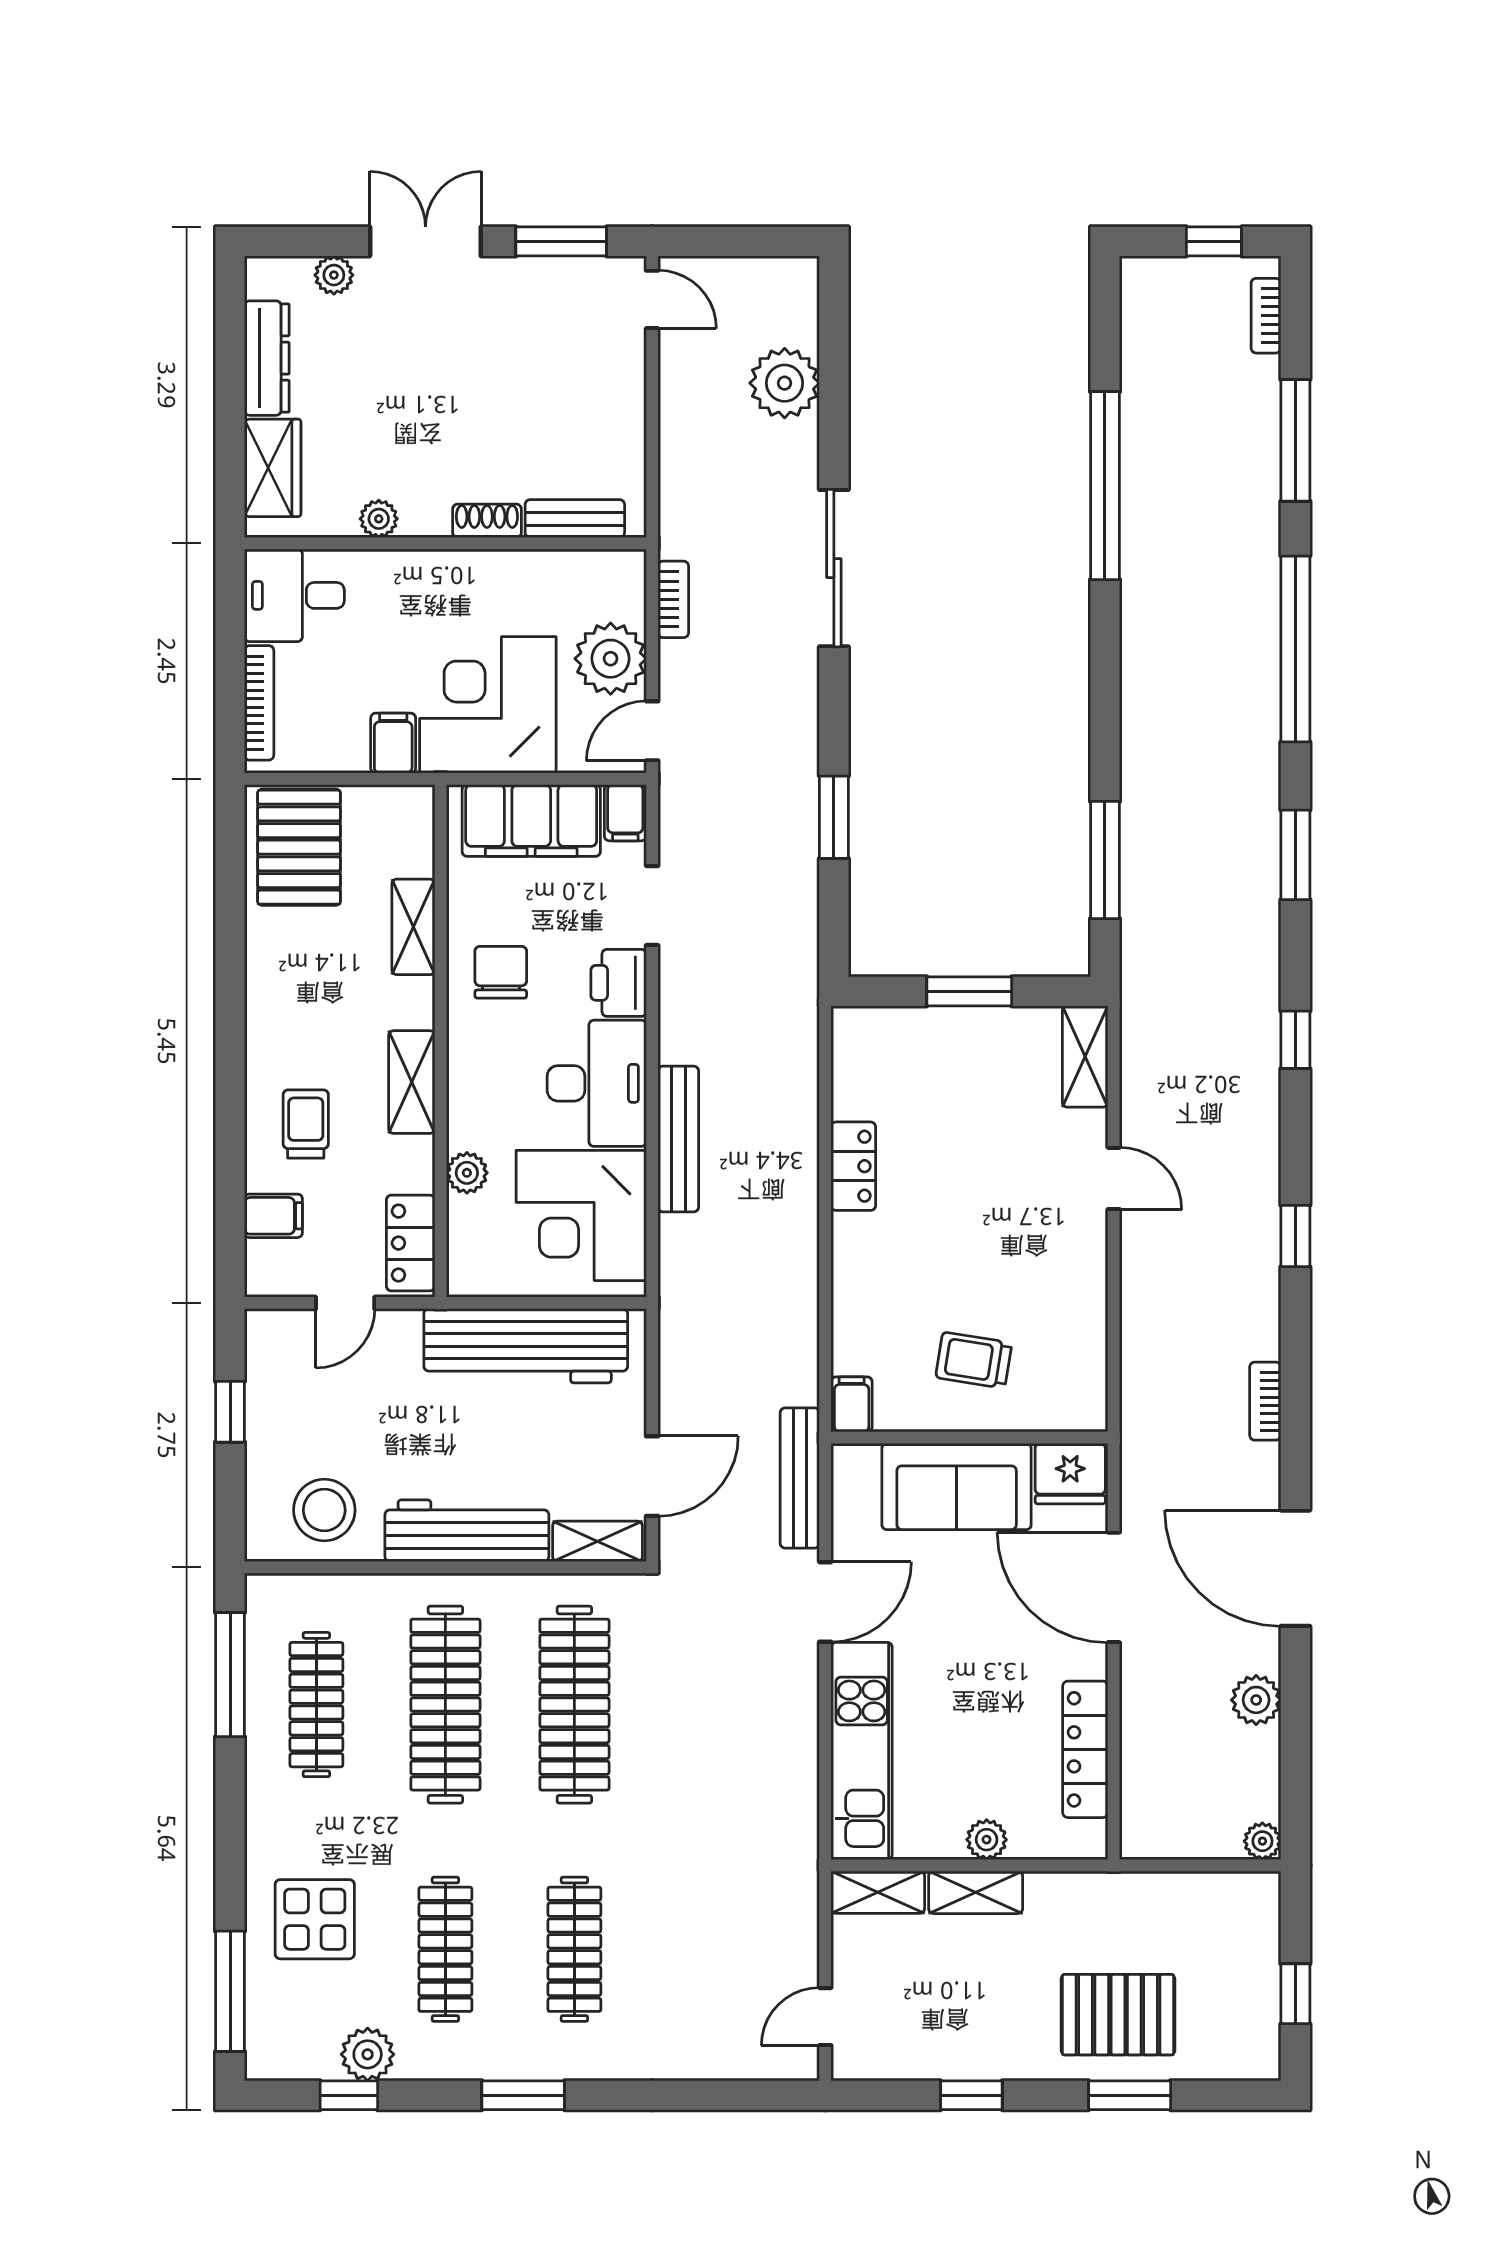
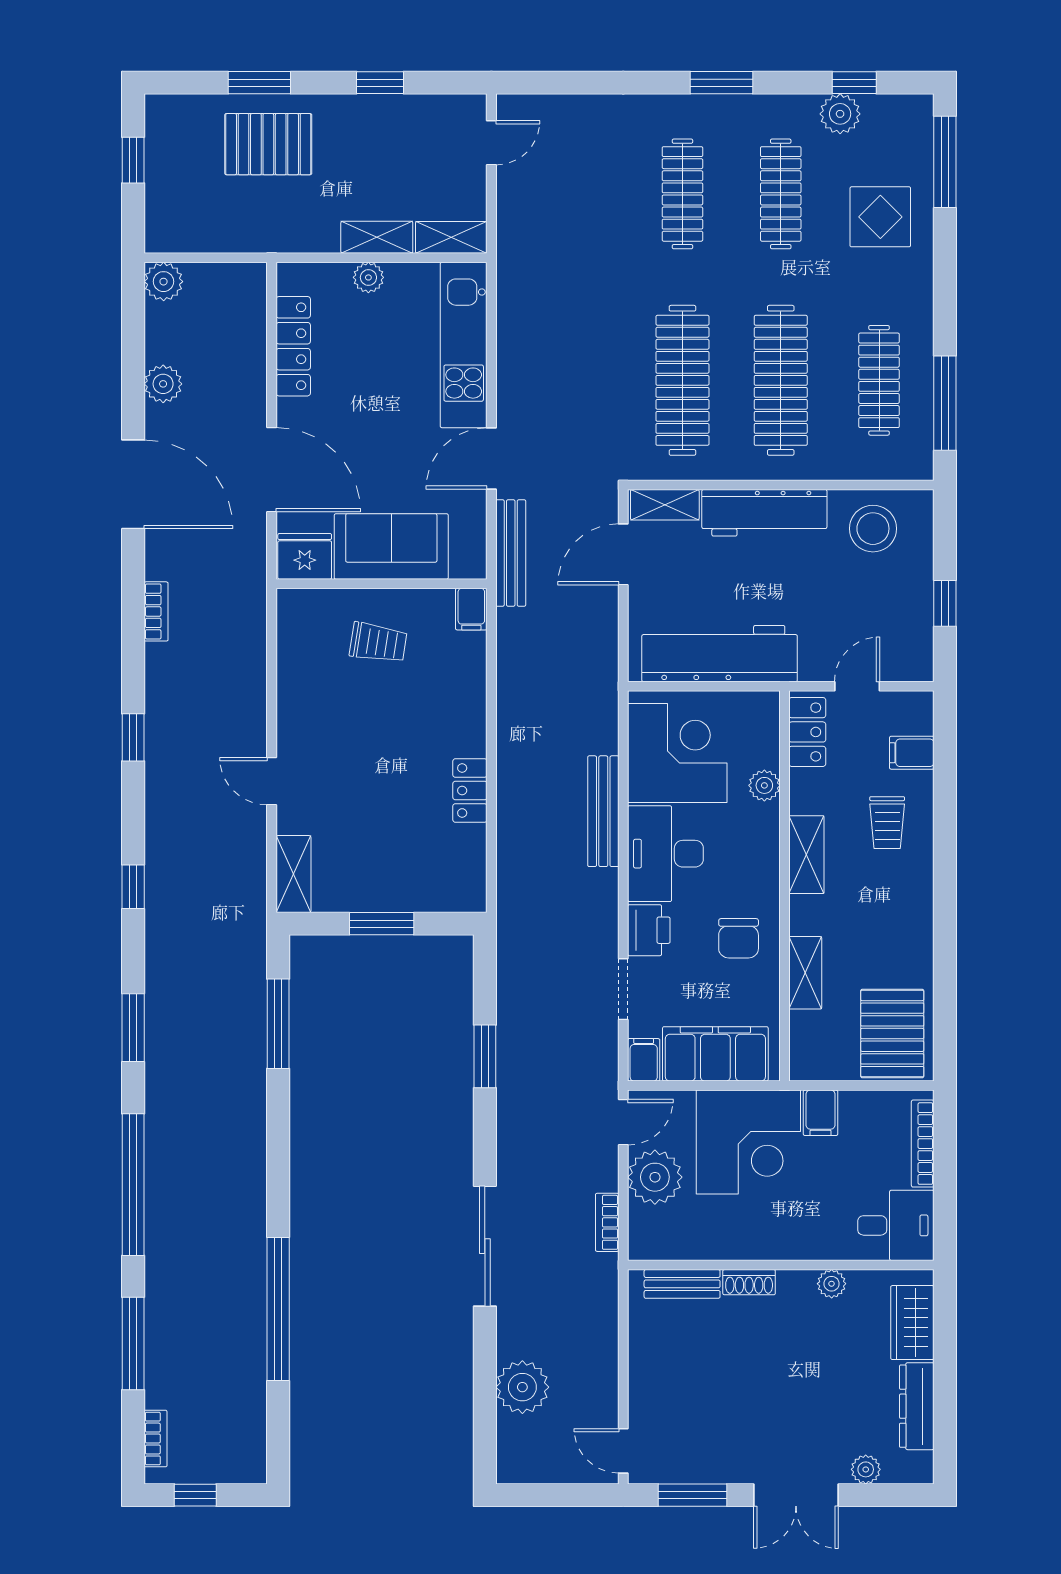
plant: (1262, 1841) -> (164, 282), width x1.38, depth x1.38

